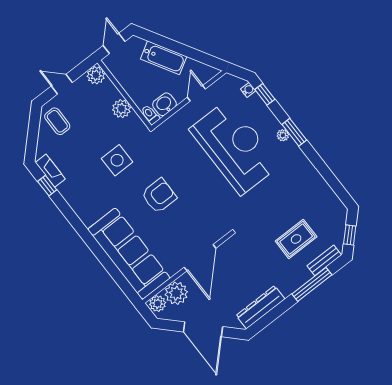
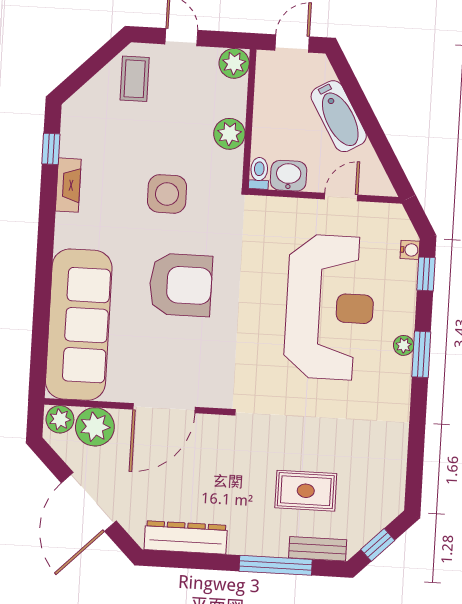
fireplace: (50, 171) -> (68, 185), moved
armchair: (159, 196) -> (181, 285), width x1.36, depth x1.36

